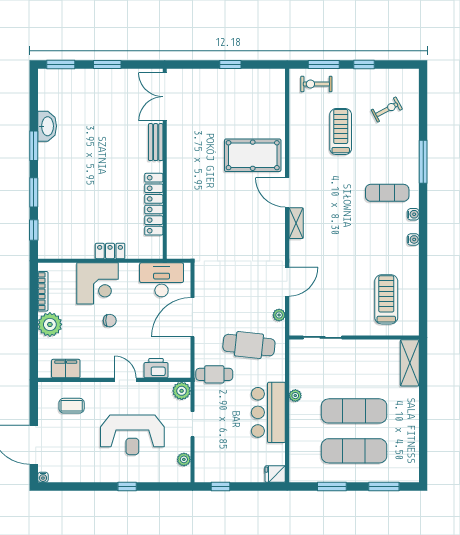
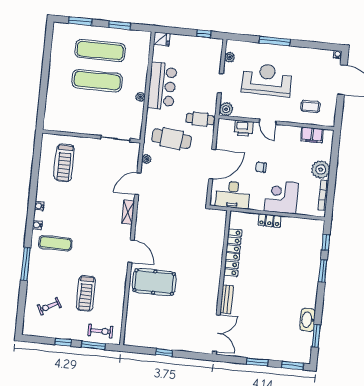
window: (34, 146) -> (316, 336), moved
shelving: (296, 223) -> (128, 212), moved
chair: (110, 321) -> (261, 167), moved
shelving: (410, 363) -> (51, 113), removed
window: (127, 486) -> (275, 41), width x2.17

